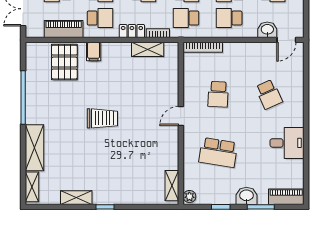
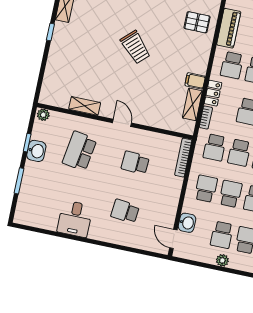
school desk: (186, 18) -> (215, 147), turned 180
filing cabinet: (94, 52) -> (195, 81), moved
pallet: (64, 62) -> (197, 22), width x0.67, depth x0.71
school desk: (269, 94) -> (125, 211), turned 30
trolley: (102, 118) -> (135, 47), turned -44
shelving: (172, 186) -> (85, 106), moved
washbasin: (246, 196) -> (36, 151), moved
piano: (286, 197) -> (24, 207), removed

